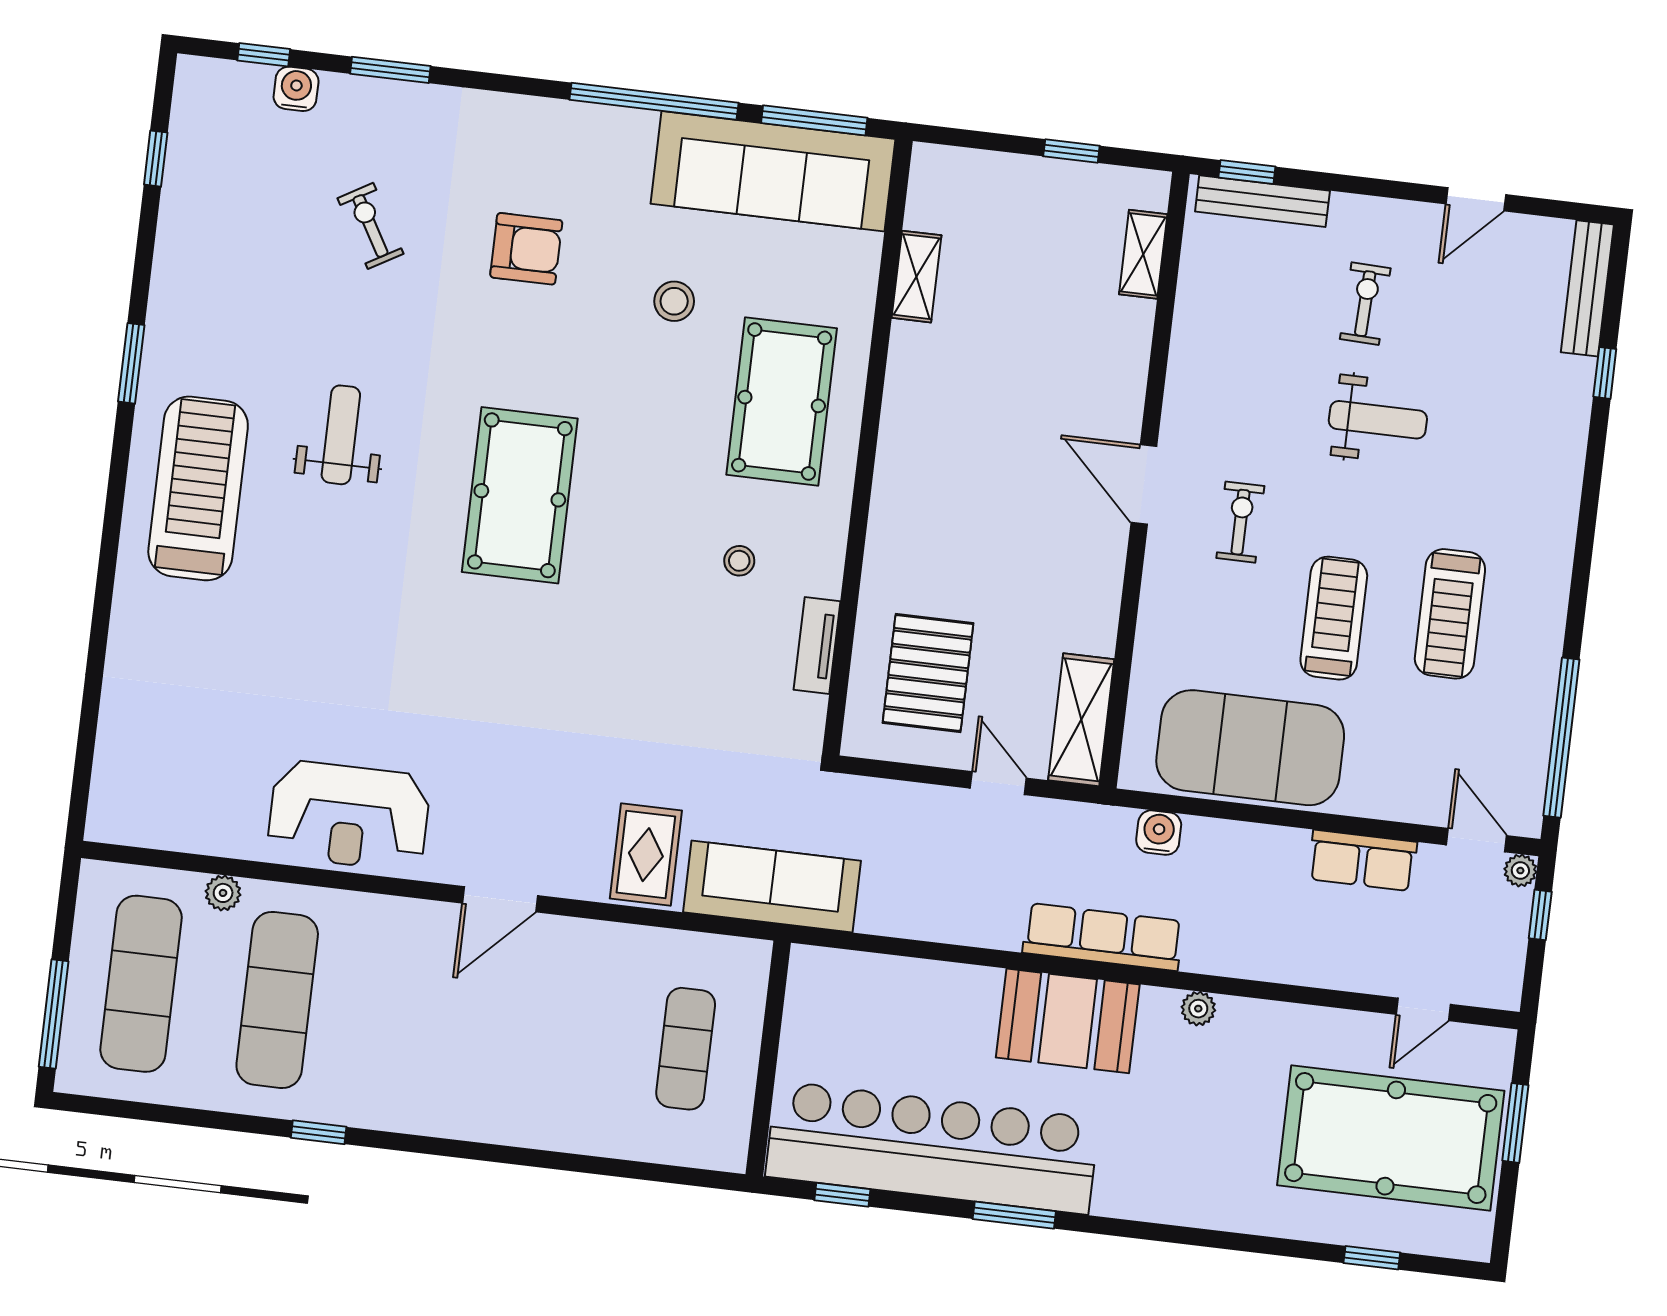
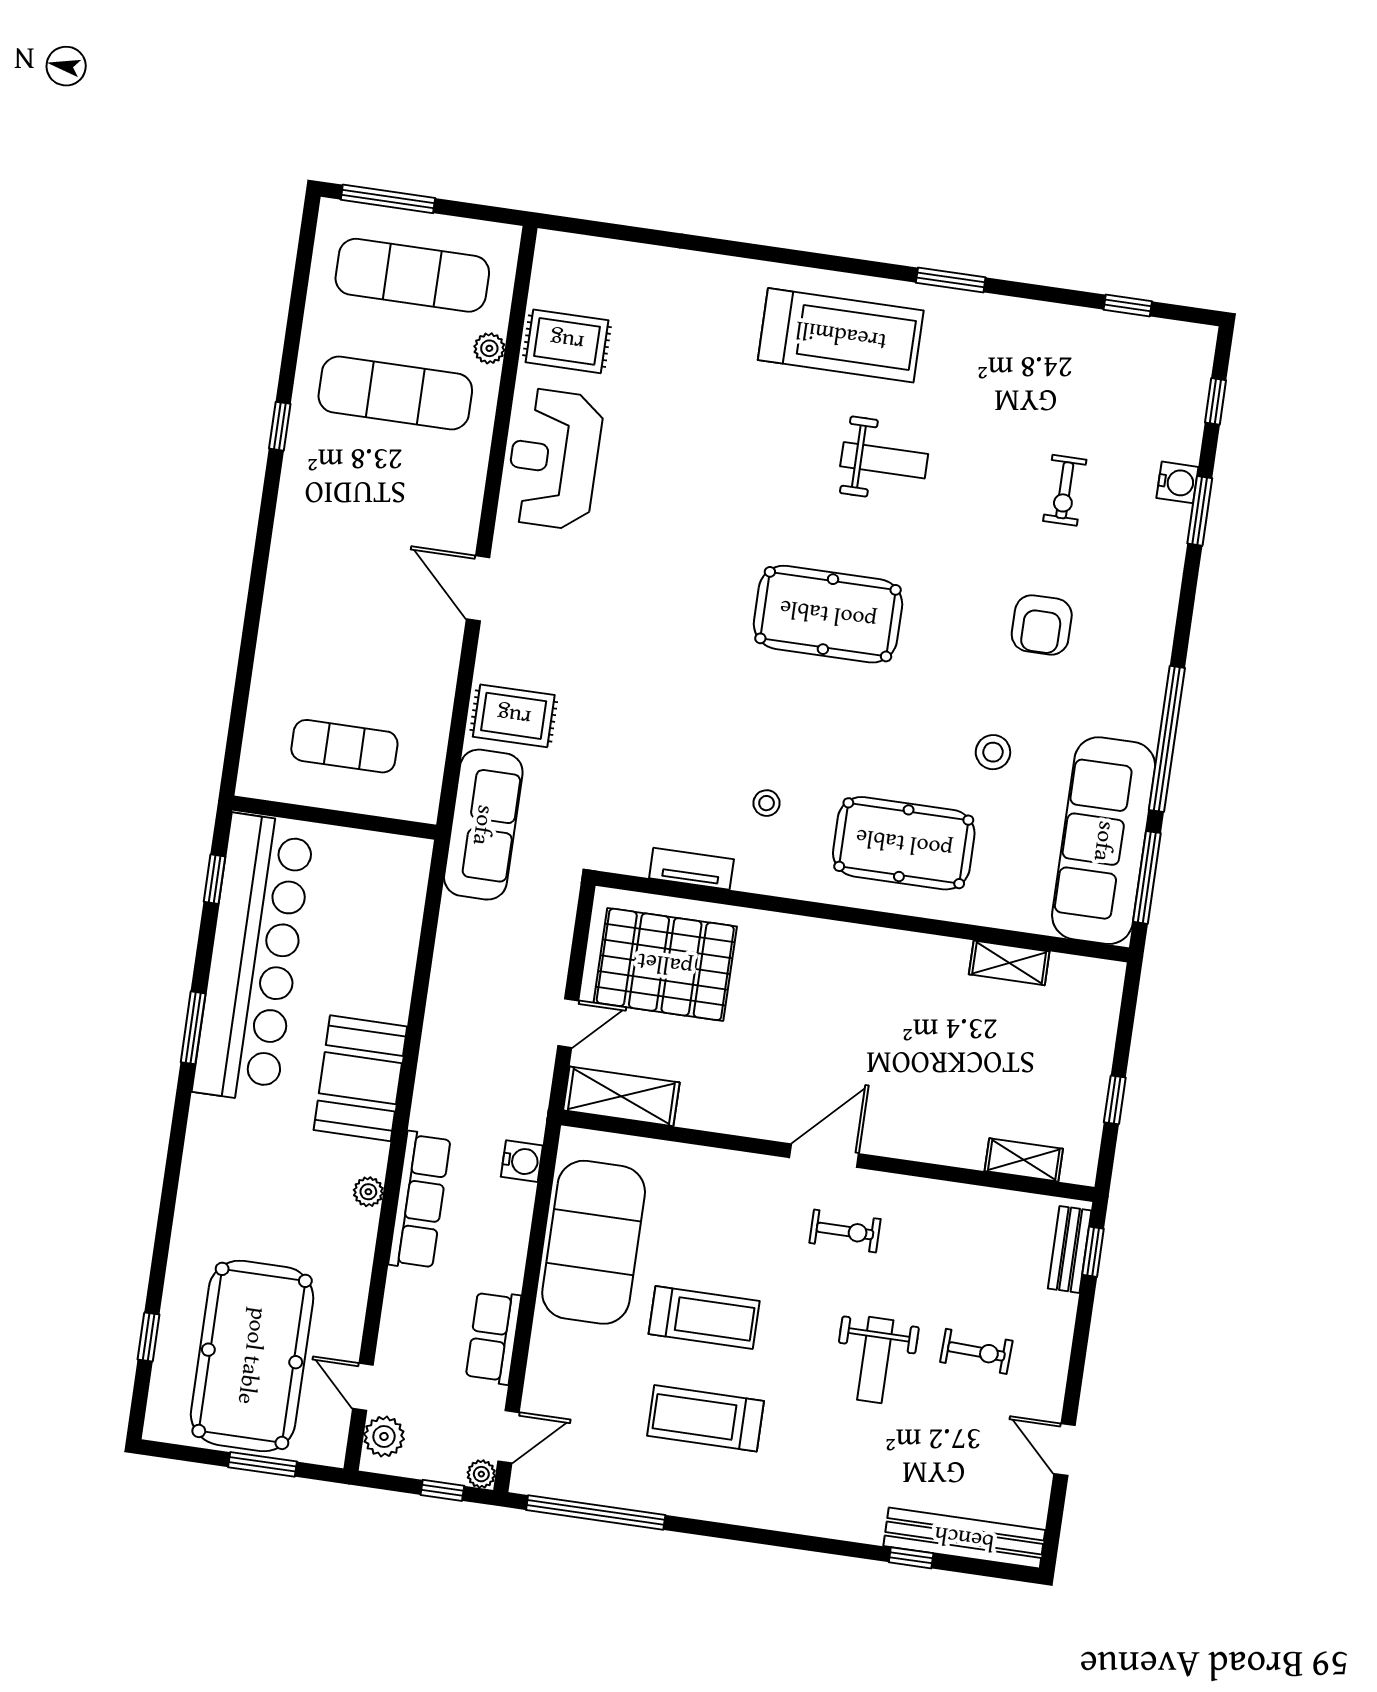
water cooler: (296, 89) -> (1177, 482), moved
bench: (1262, 201) -> (1070, 1249), width x0.73
exercise bike: (370, 226) -> (1065, 490), turned 120
bench: (1587, 288) -> (964, 1538), width x1.37, depth x1.21
exercise bike: (1240, 522) -> (845, 1231), moved
pallet: (928, 673) -> (665, 964), width x1.37, depth x1.41
rug: (213, 804) -> (567, 341), added
row of seats: (1103, 937) -> (420, 1201), moved
plant: (1480, 984) -> (384, 1436), added

